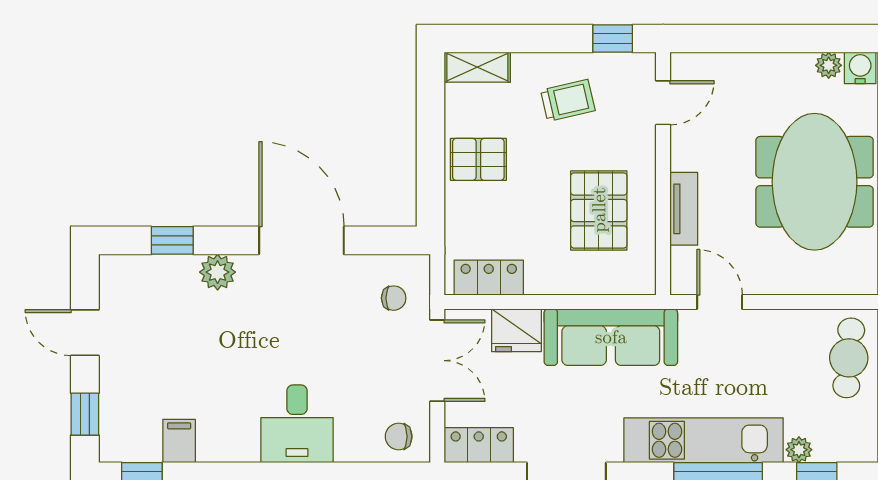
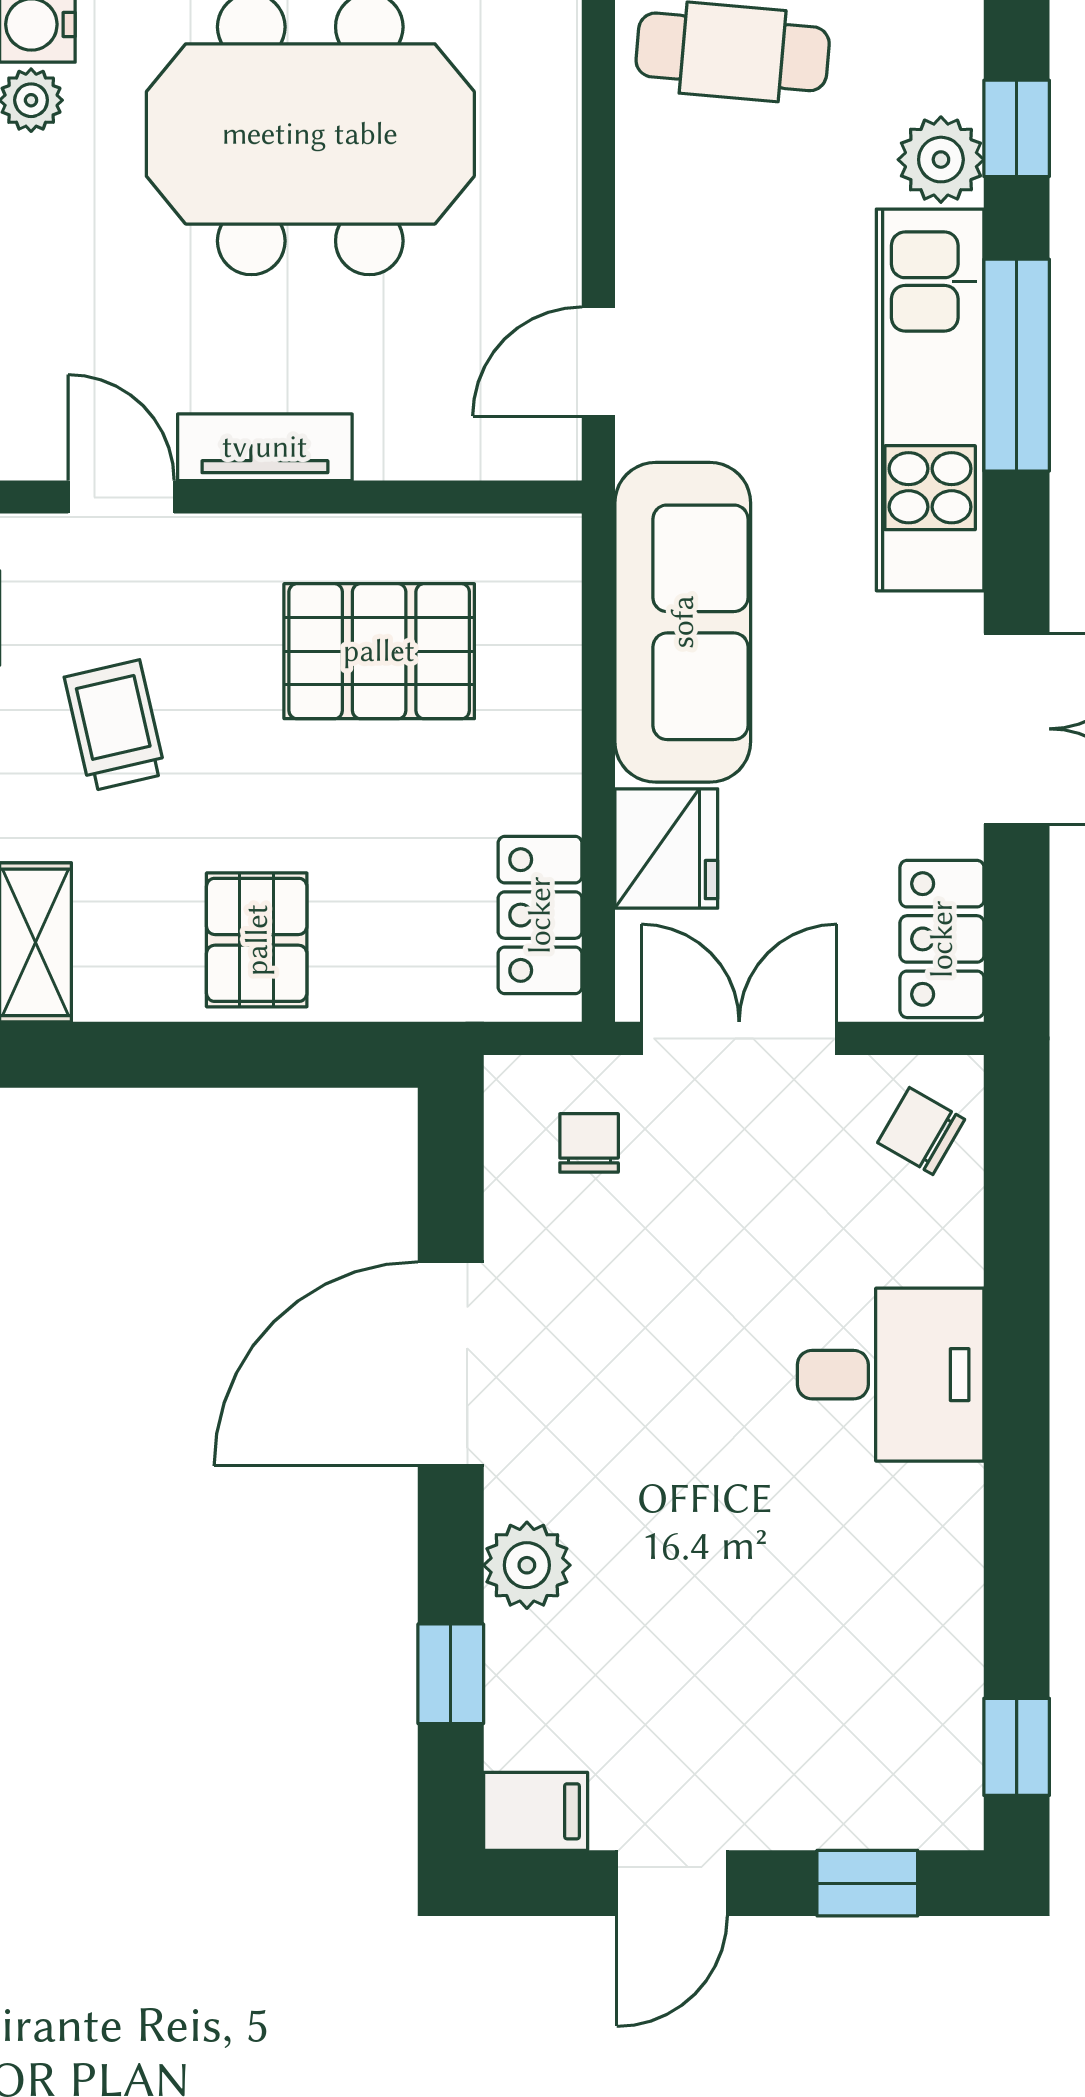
tv unit: (684, 209) -> (265, 447), moved
chair: (399, 437) -> (921, 1131), turned 120
filing cabinet: (179, 441) -> (536, 1811), moved, turned 180
plant: (799, 450) -> (941, 160), width x1.38, depth x1.38

